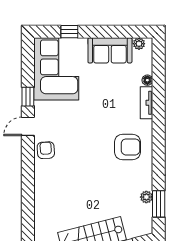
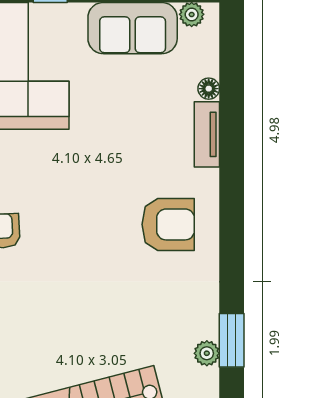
plant: (146, 197) -> (207, 353), moved

